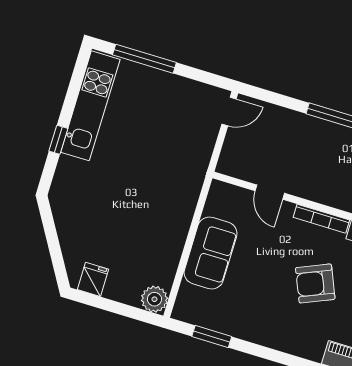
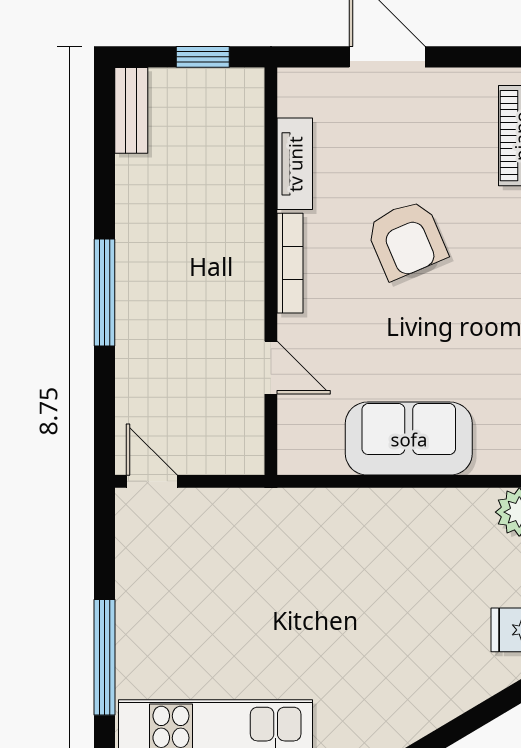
door: (270, 192) -> (271, 368), hinge flipped

